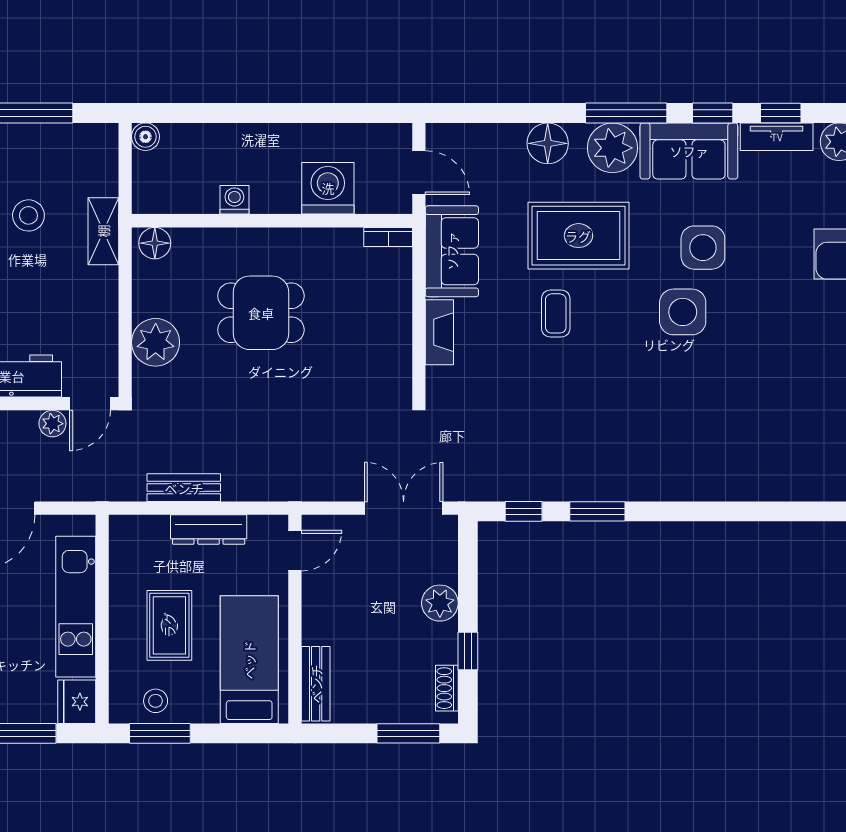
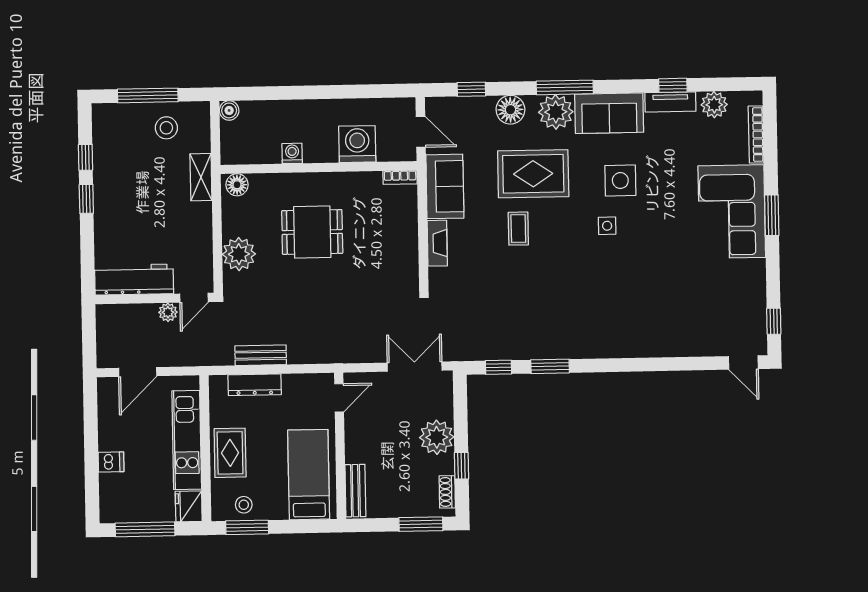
window: (713, 113) -> (471, 89), moved
stool: (28, 215) -> (166, 128), moved
side table: (683, 312) -> (607, 226), width x0.54, depth x0.54
dresser: (209, 529) -> (255, 385), moved
plant: (440, 603) -> (437, 437), width x1.36, depth x1.36
rug: (169, 625) -> (230, 453), moved

